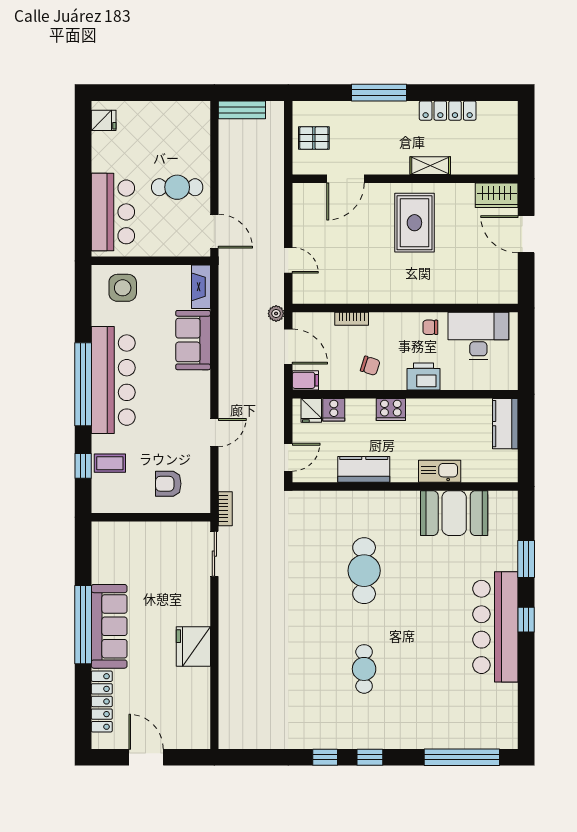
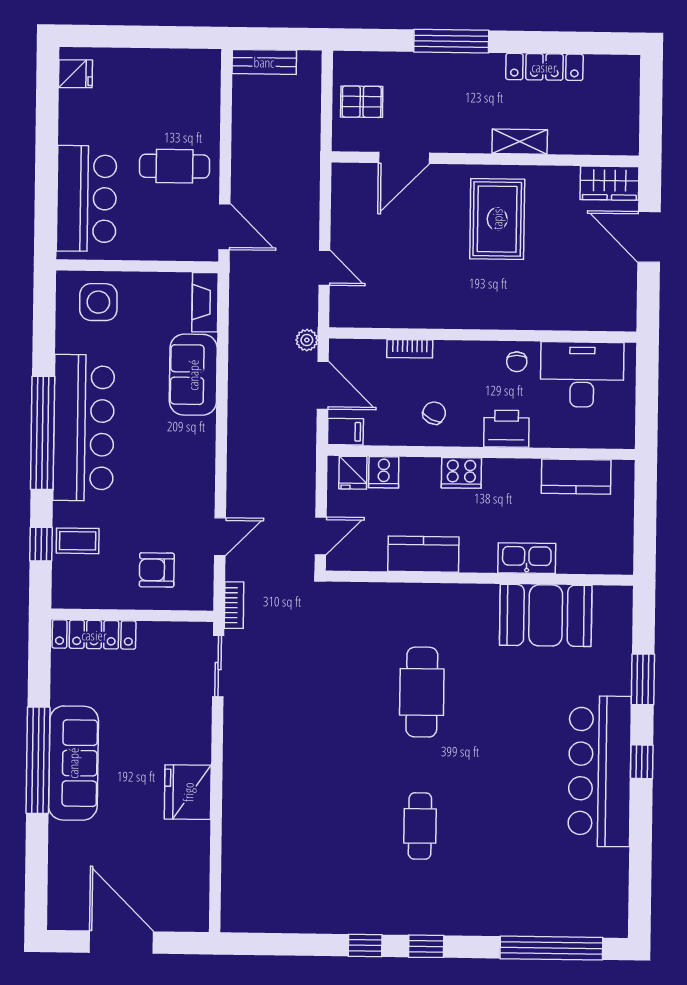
chair: (430, 327) -> (517, 362), turned -90
chair: (370, 366) -> (434, 413), turned -82
kitchen counter: (505, 424) -> (576, 477), moved, turned -90
door: (214, 432) -> (220, 537), moved
locker: (102, 701) -> (94, 635), moved, turned 90
door: (146, 757) -> (121, 942), width x1.36

